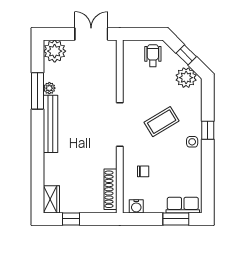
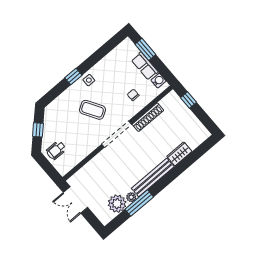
plant: (55, 51) -> (117, 204), moved
plant: (186, 78) -> (52, 118), removed
shoe rack: (111, 189) -> (148, 117), moved
wardrobe: (51, 199) -> (179, 154), moved
row of seats: (183, 205) -> (145, 66), moved
window: (71, 219) -> (189, 100), moved

